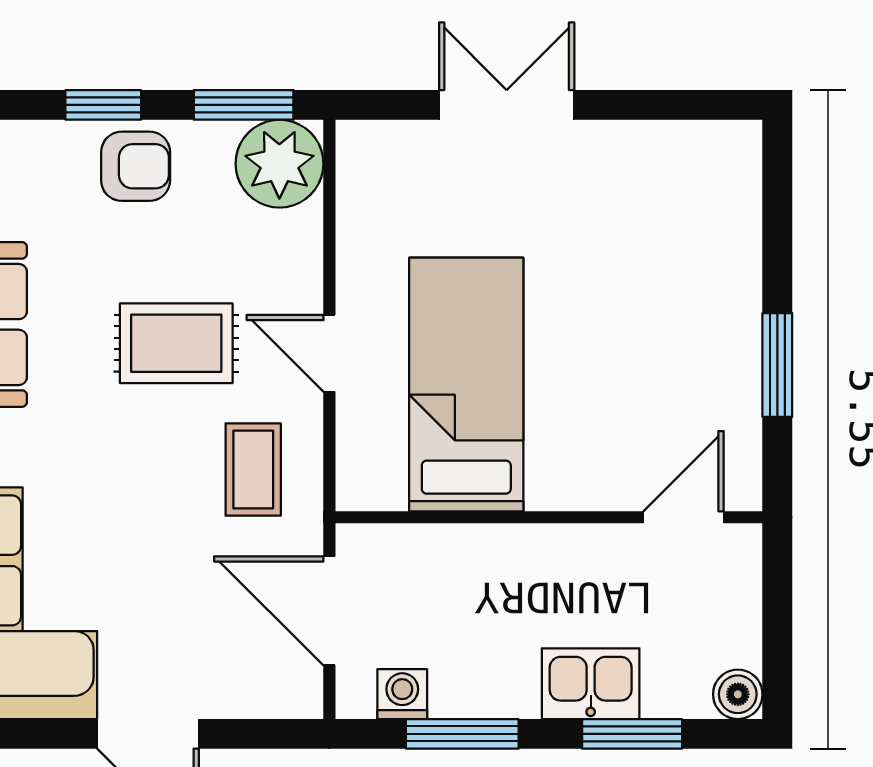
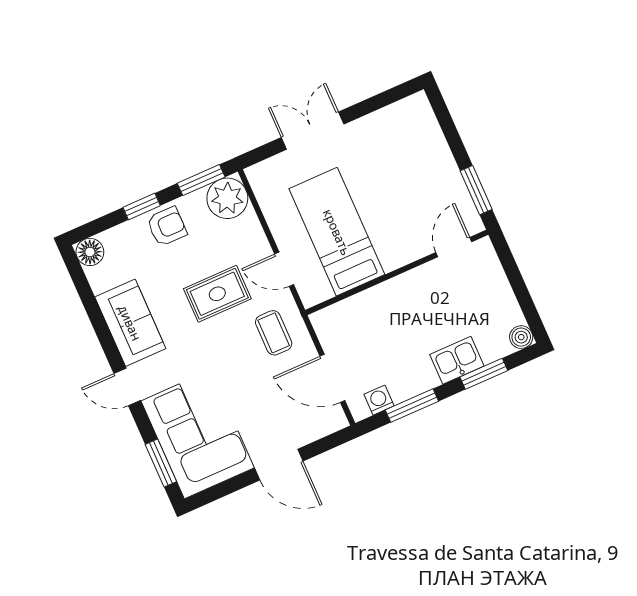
bed: (466, 385) -> (337, 232), moved
wall: (549, 517) -> (397, 272), moved
door: (684, 517) -> (454, 247), moved

